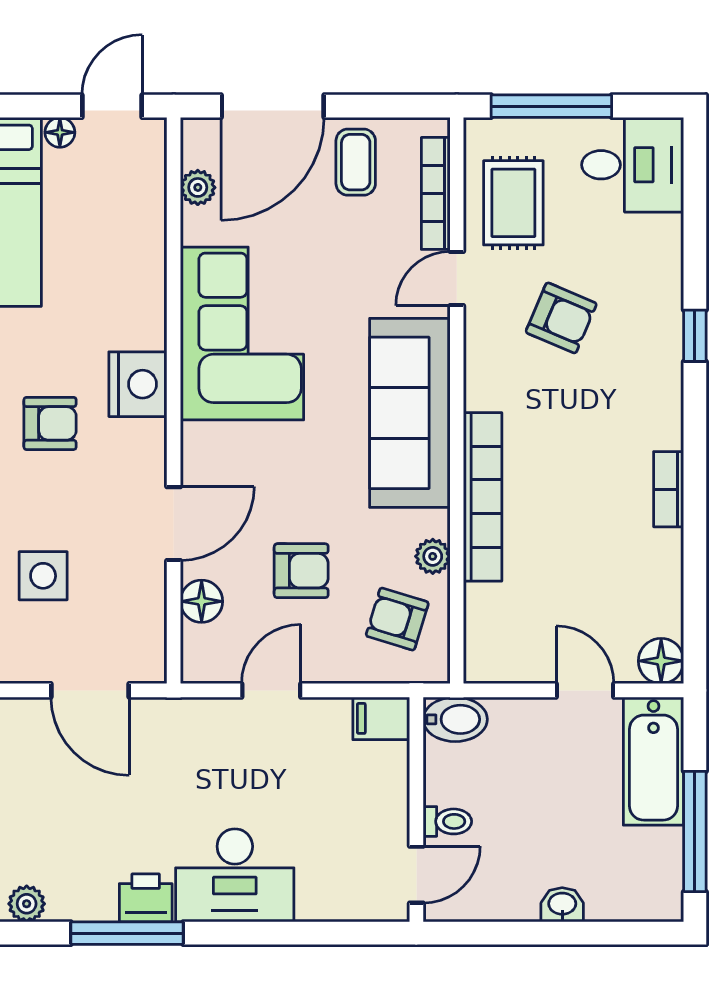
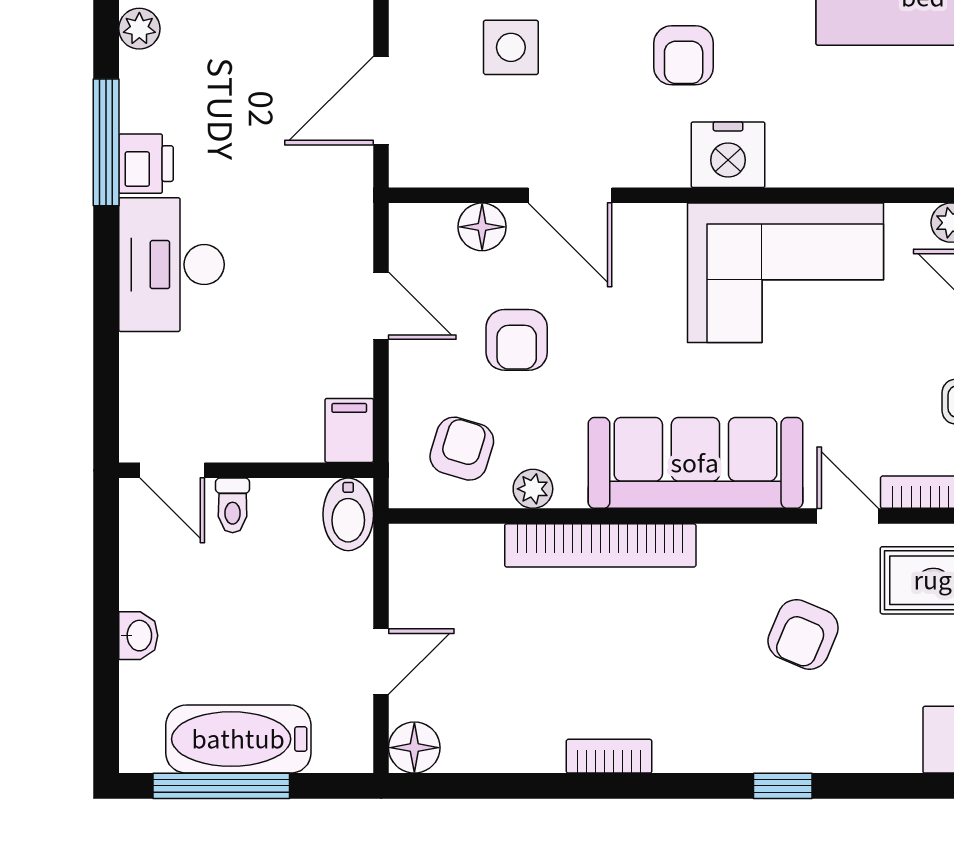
bathtub: (653, 761) -> (238, 739), moved

